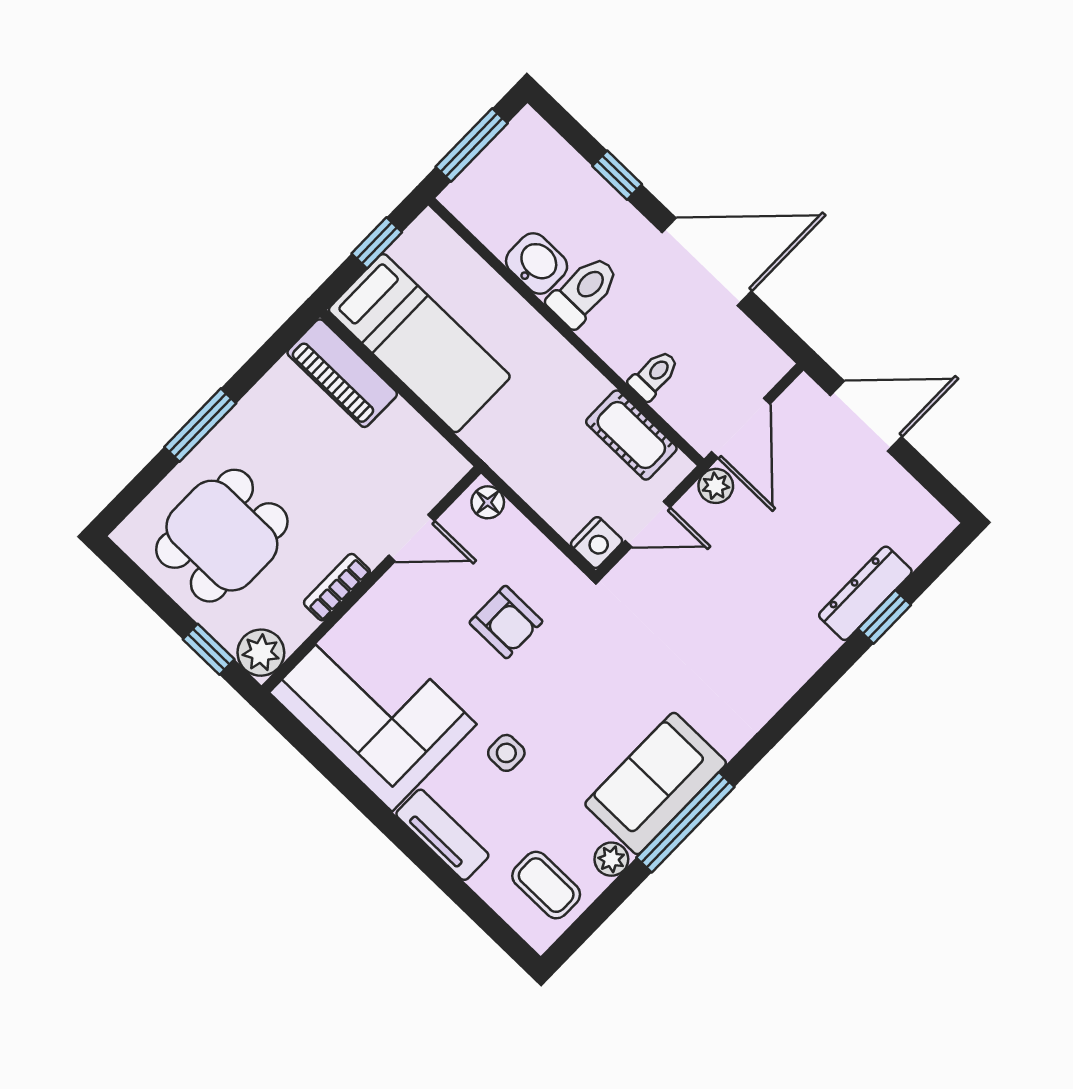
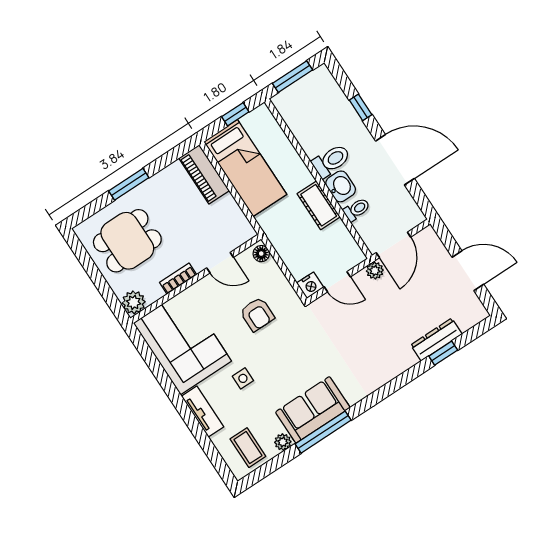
washbasin: (537, 263) -> (341, 186), moved
door: (866, 416) -> (468, 271), moved
cot: (631, 435) -> (319, 205), moved
window: (209, 649) -> (108, 295), removed

